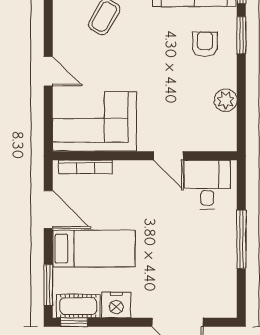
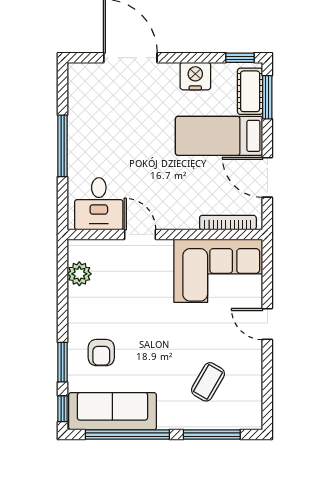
plant: (226, 100) -> (79, 274), moved
cot: (78, 306) -> (250, 91), moved, turned 90

